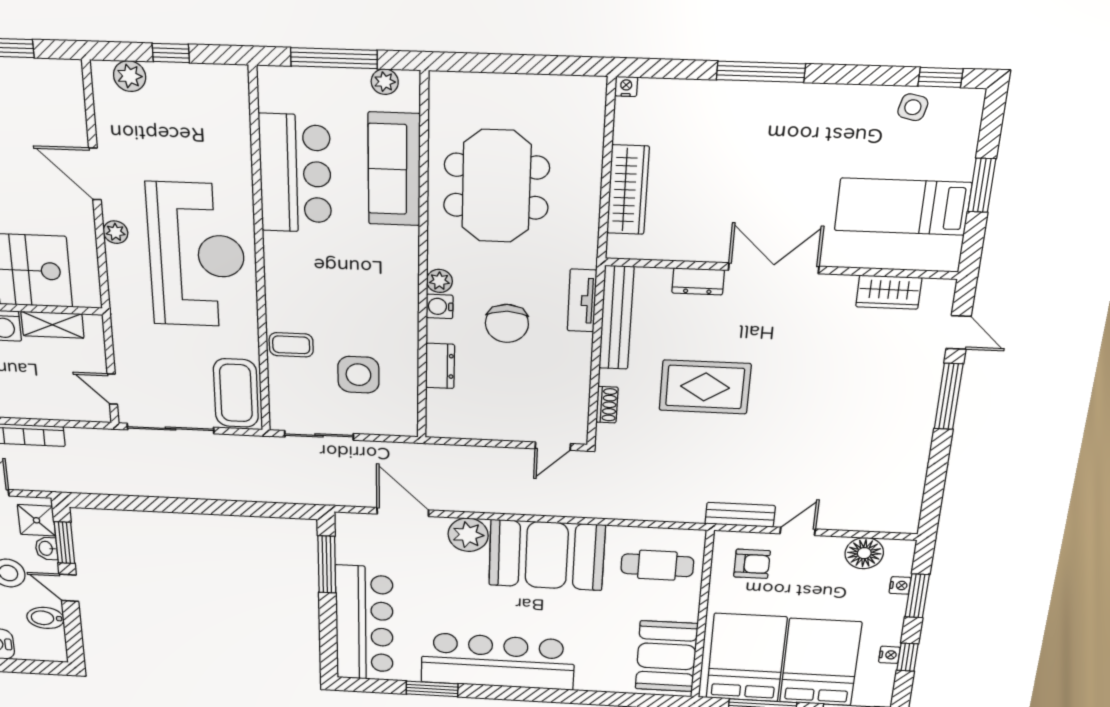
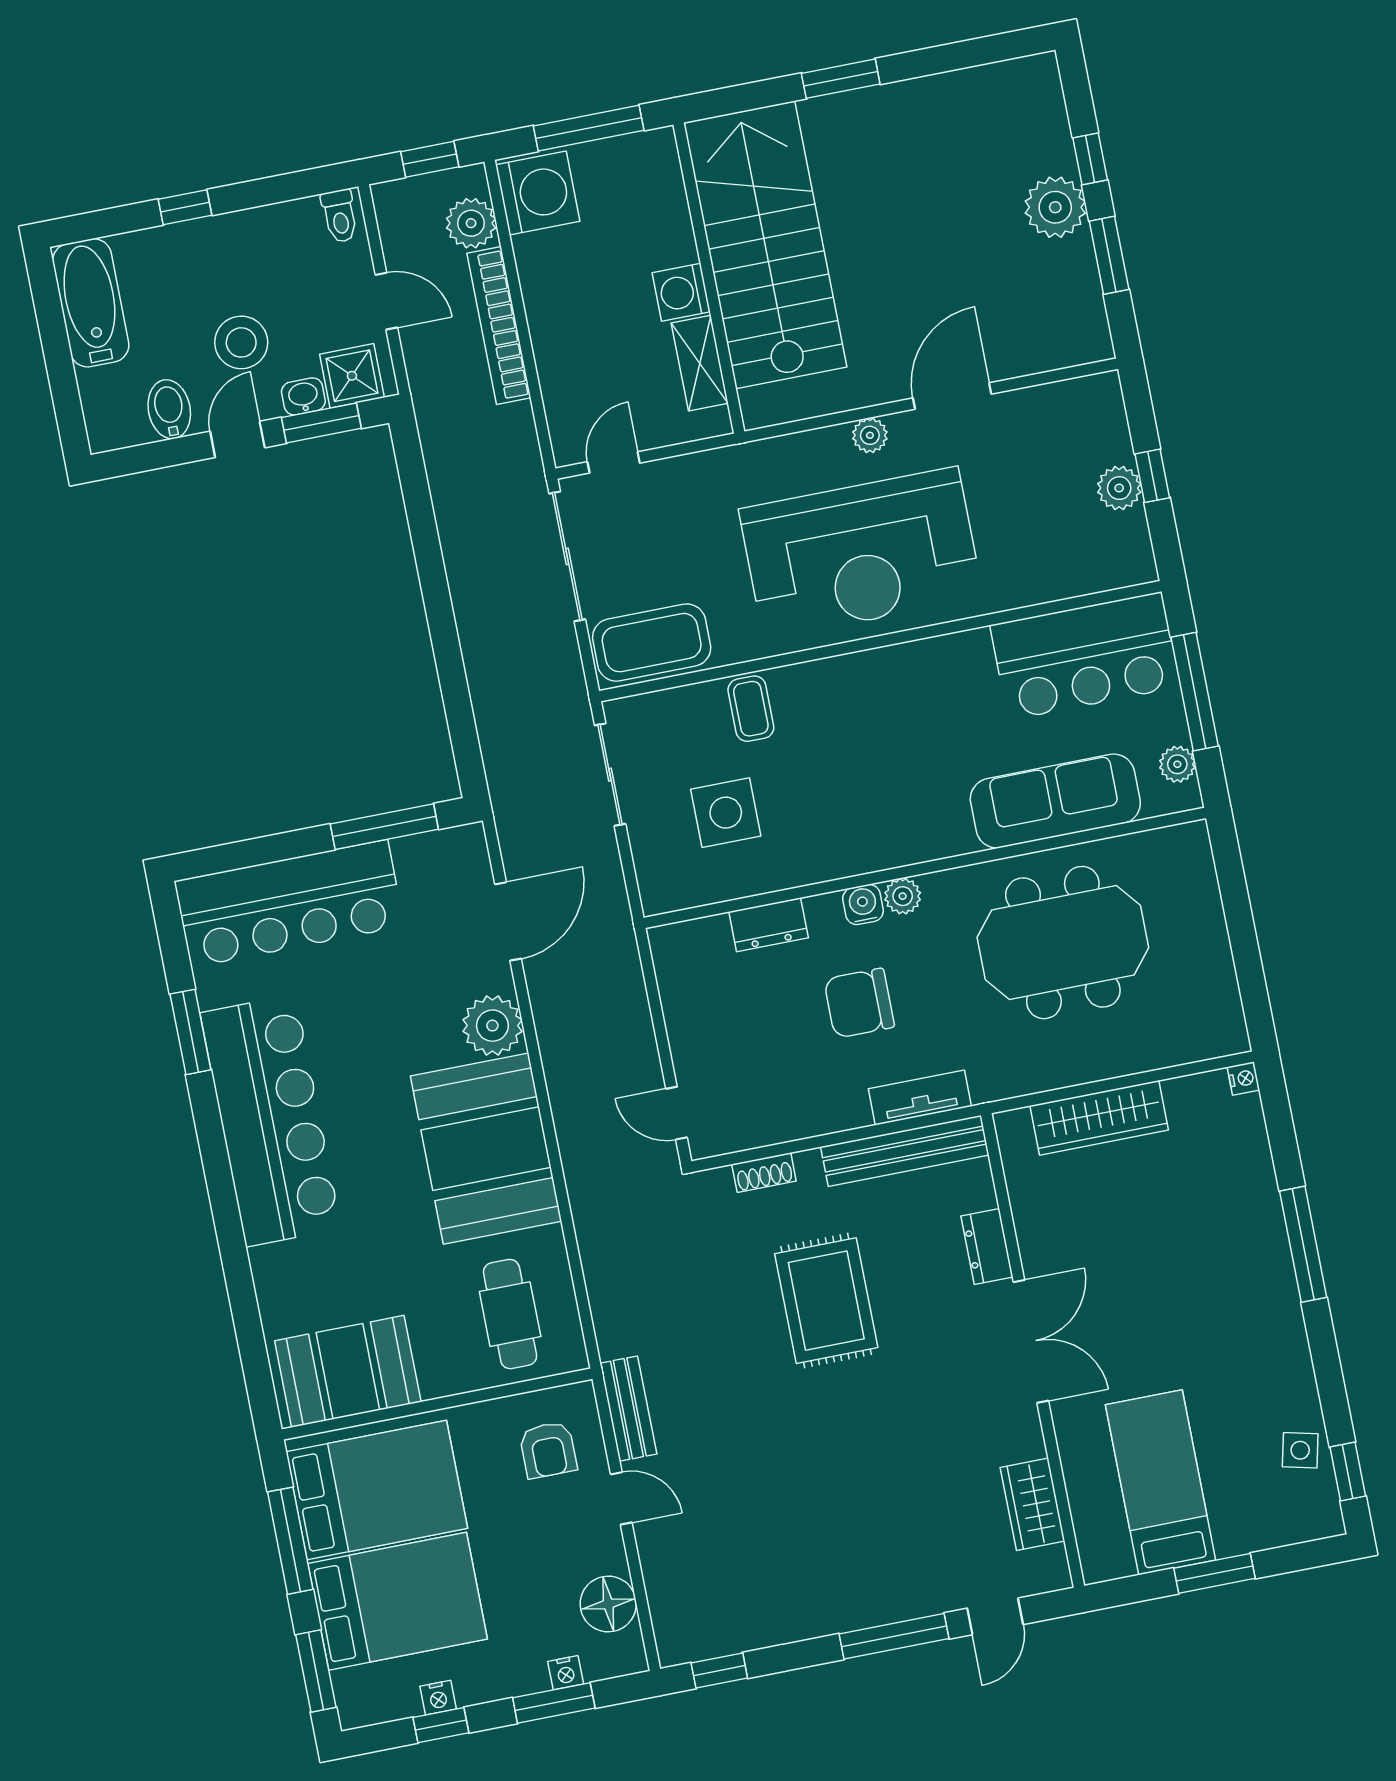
plant: (130, 76) -> (1119, 488), moved
bar counter: (295, 174) -> (1085, 656), moved
window: (932, 502) -> (719, 1671), added

